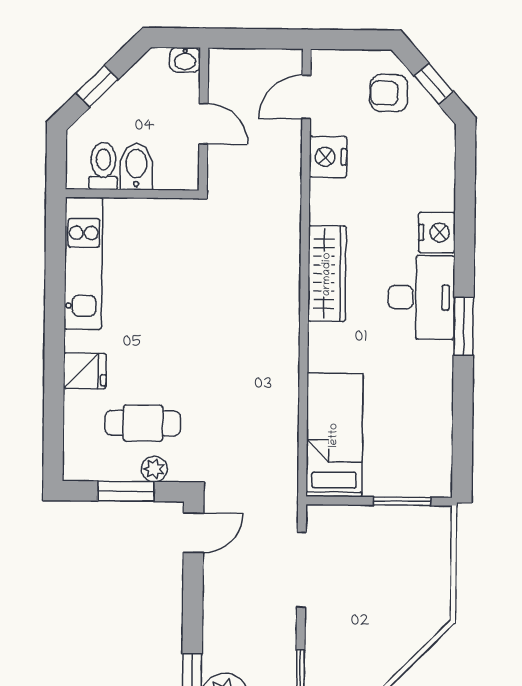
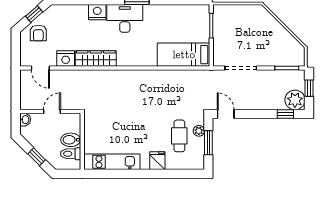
wardrobe: (327, 274) -> (96, 58), moved

